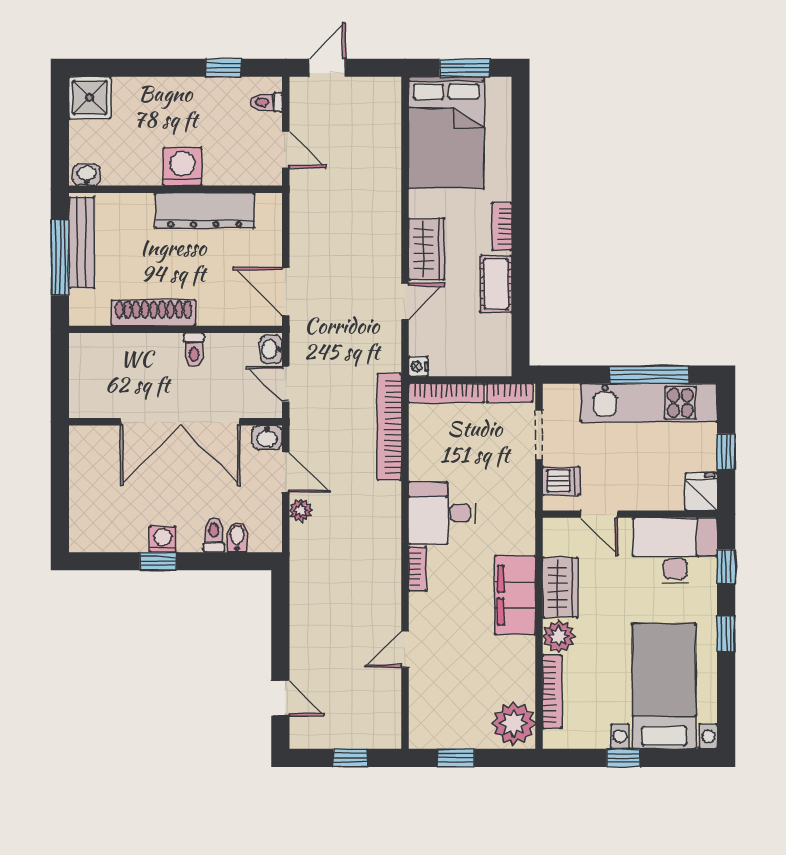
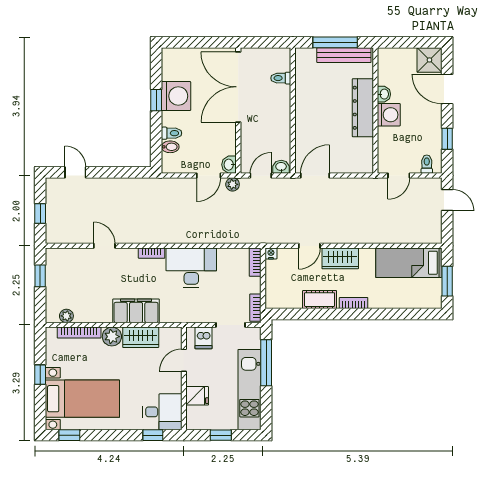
door: (139, 68) -> (447, 89), added
bed: (446, 132) -> (409, 263), width x0.67
washbasin: (87, 175) -> (384, 94), moved
dresser: (205, 211) -> (363, 108), moved
door: (405, 301) -> (309, 246), hinge flipped
shoe rack: (153, 313) -> (303, 98), removed
toilet: (194, 350) -> (281, 78), moved
window: (649, 375) -> (266, 363), moved
bookcase: (446, 393) -> (255, 262), width x0.64
double door: (180, 422) -> (238, 87), moved
bookcase: (389, 427) -> (235, 237), removed
fridge: (701, 492) -> (197, 396), moved
plant: (301, 510) -> (233, 184), moved
desk: (442, 513) -> (191, 268), width x1.37
washing machine: (162, 539) -> (176, 96), width x1.89, depth x1.89
desk: (675, 551) -> (162, 412), width x0.73
window: (726, 634) -> (69, 435), moved
door: (280, 698) -> (75, 172), swing flipped
plant: (514, 724) -> (66, 316), width x0.53, depth x0.53

